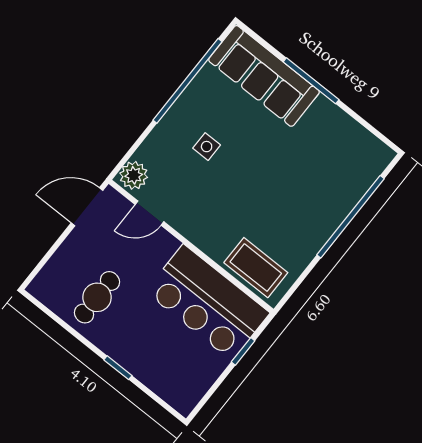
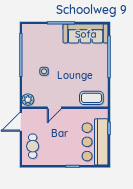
sofa: (264, 76) -> (86, 34), moved
door: (149, 213) -> (54, 108), moved
cafe table: (97, 297) -> (33, 146), moved
bar counter: (207, 302) -> (95, 142), moved, turned 90

